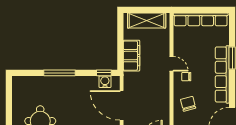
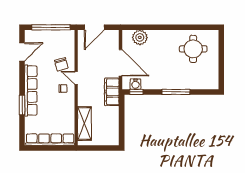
shelving: (147, 20) -> (84, 124), moved, turned 90
filing cabinet: (131, 56) -> (112, 92), moved
door: (172, 64) -> (76, 78), moved

